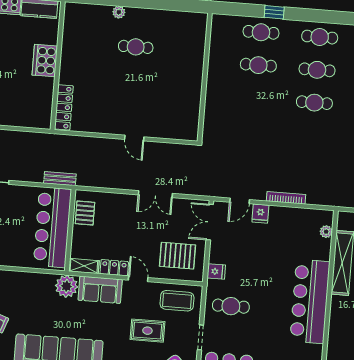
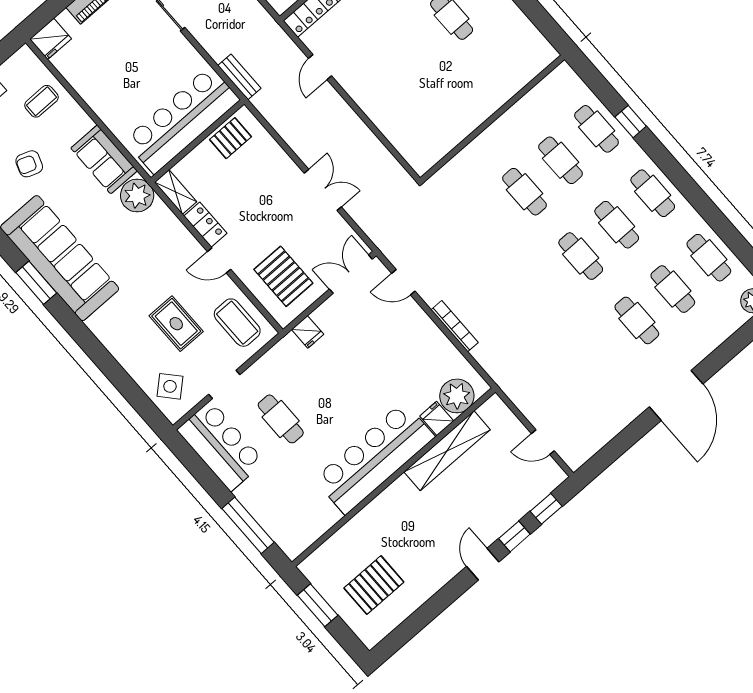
cafe table: (256, 98) -> (525, 192), added
door: (134, 138) -> (320, 67), moved
double door: (155, 194) -> (323, 190), swing flipped
fridge: (260, 214) -> (437, 418), moved, turned 90
plant: (326, 232) -> (457, 396), width x1.87, depth x1.87
door: (138, 279) -> (219, 260), swing flipped
sofa: (100, 290) -> (104, 159), moved
cafe table: (231, 306) -> (281, 419), moved

